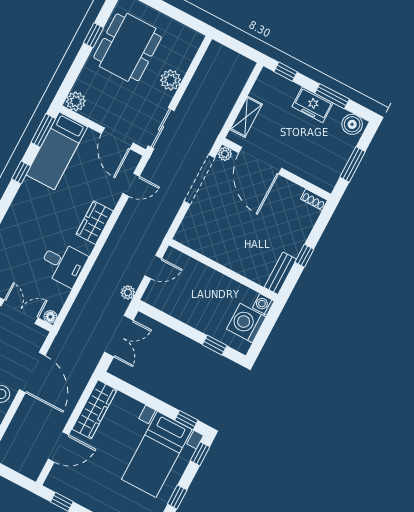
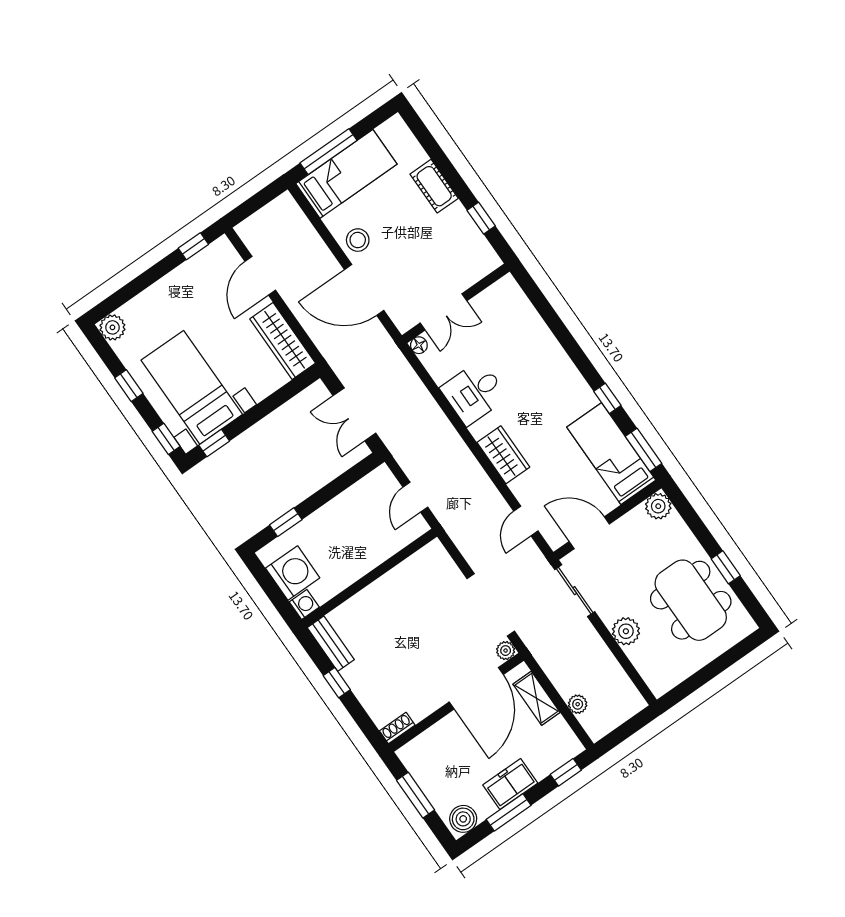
door: (260, 161) -> (476, 688), swing flipped
plant: (128, 292) -> (578, 704), moved

